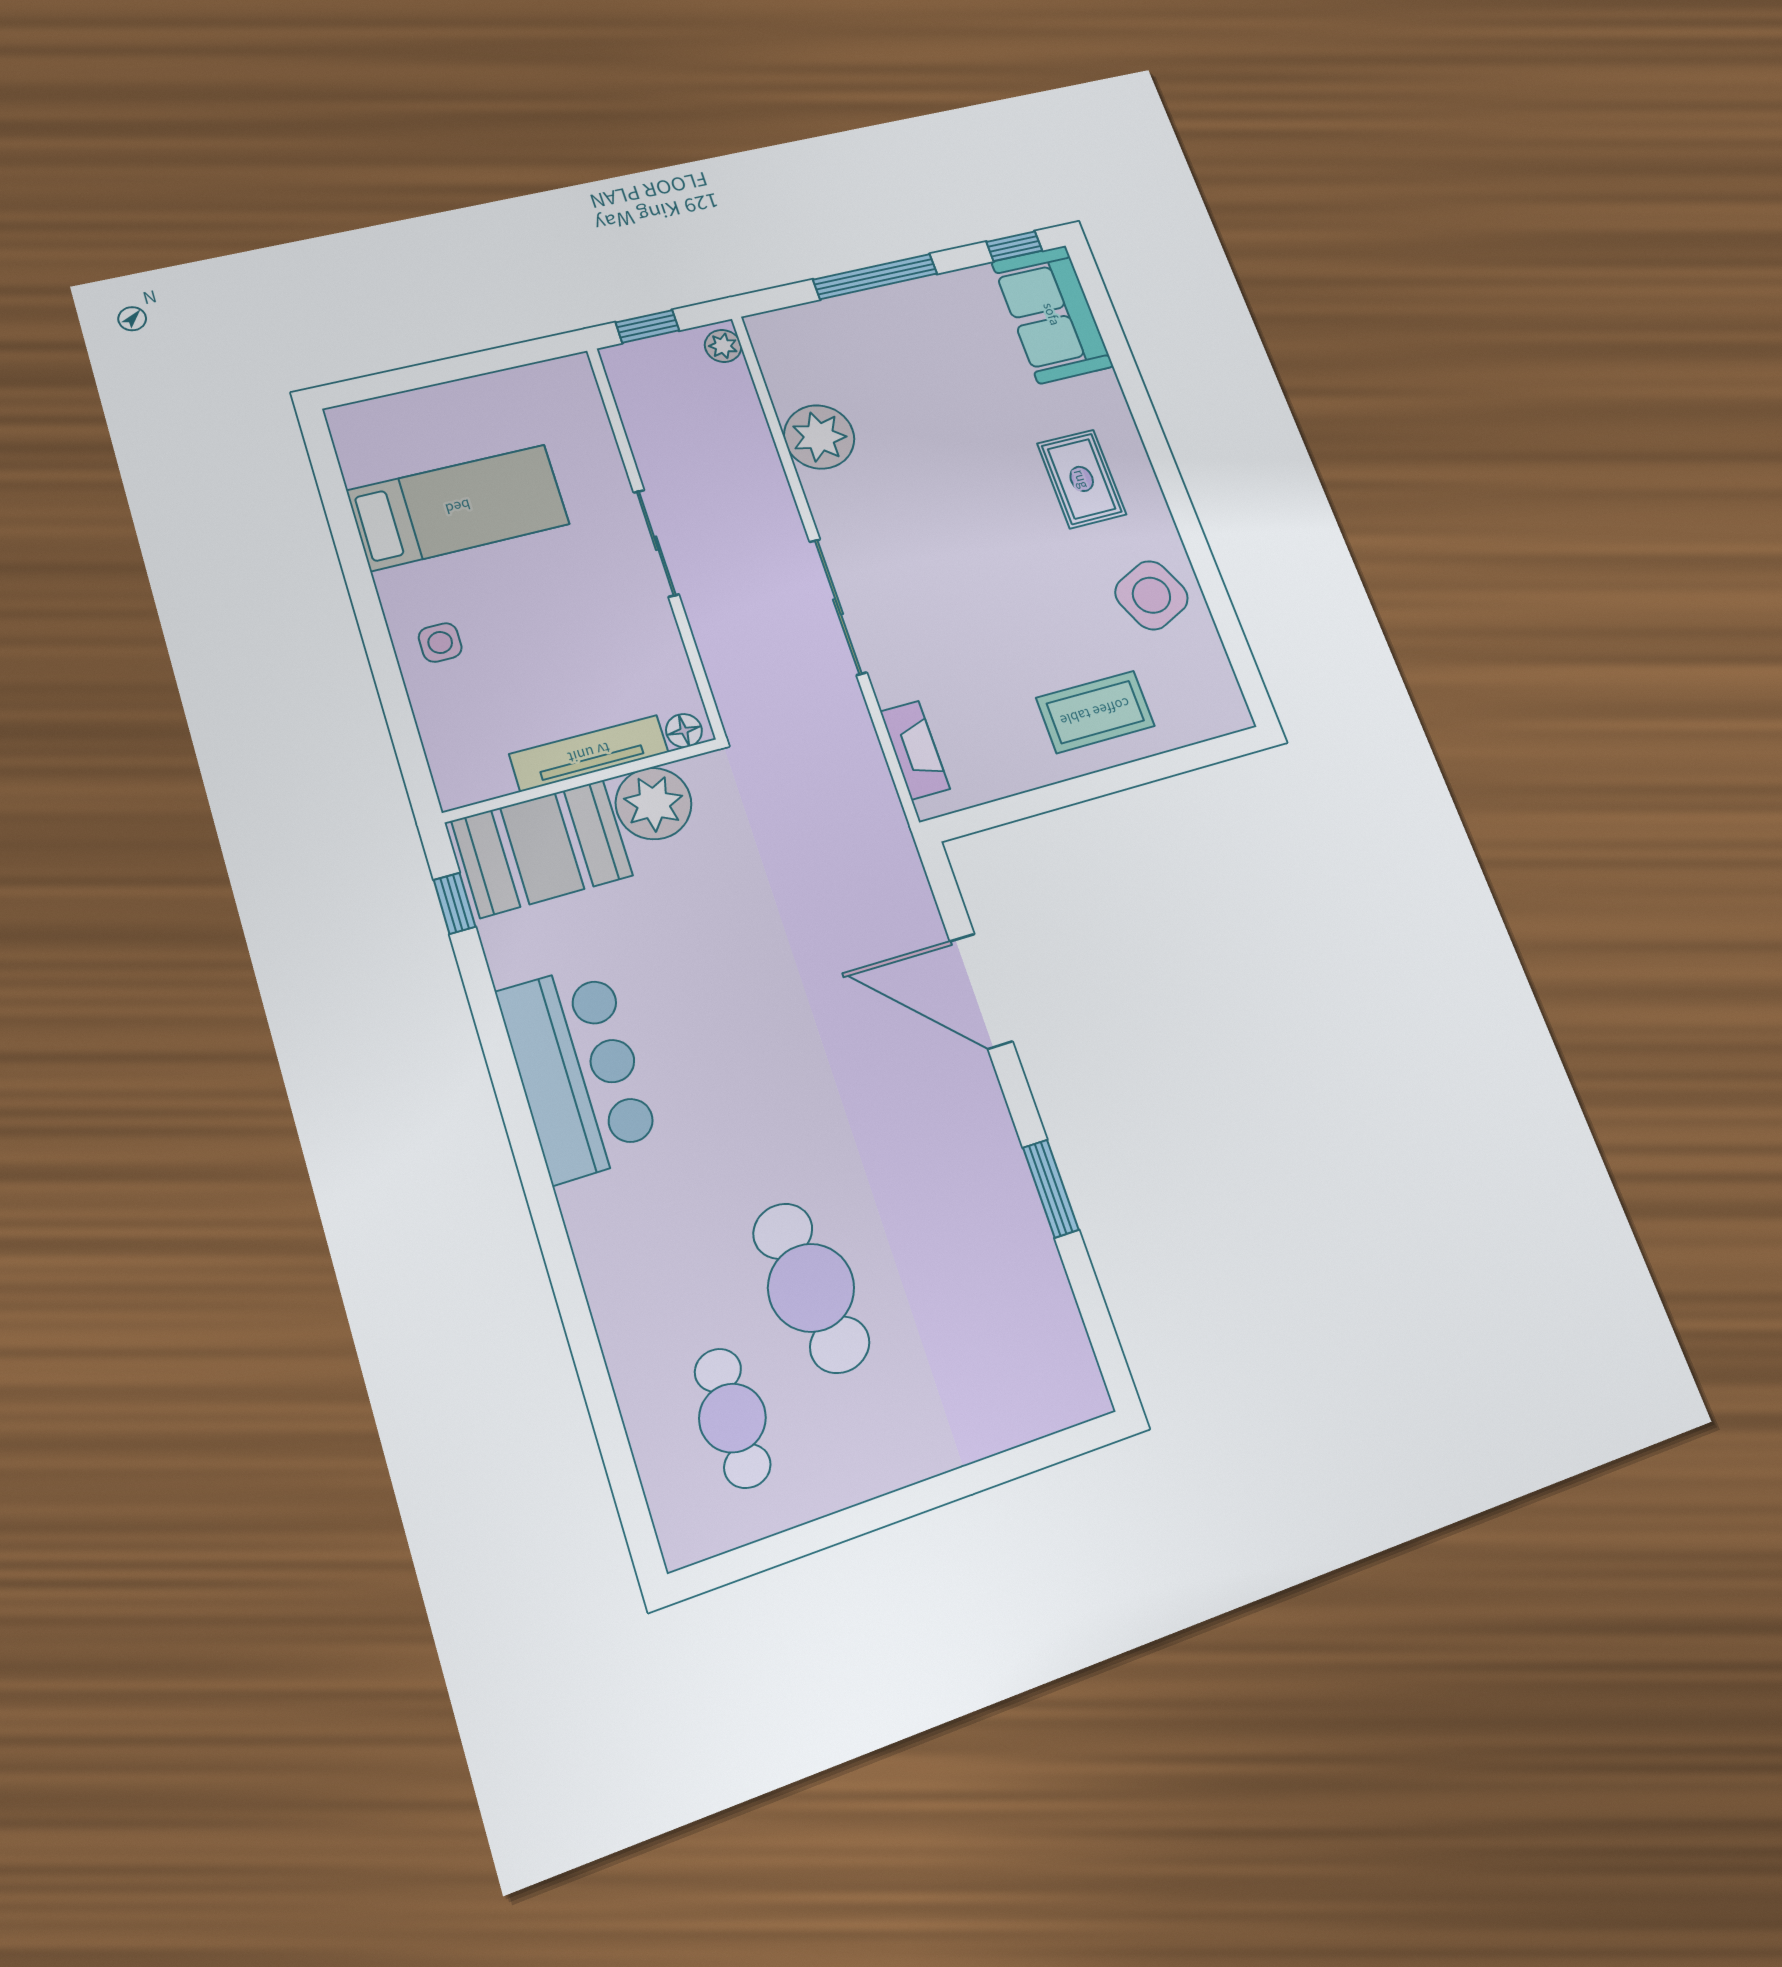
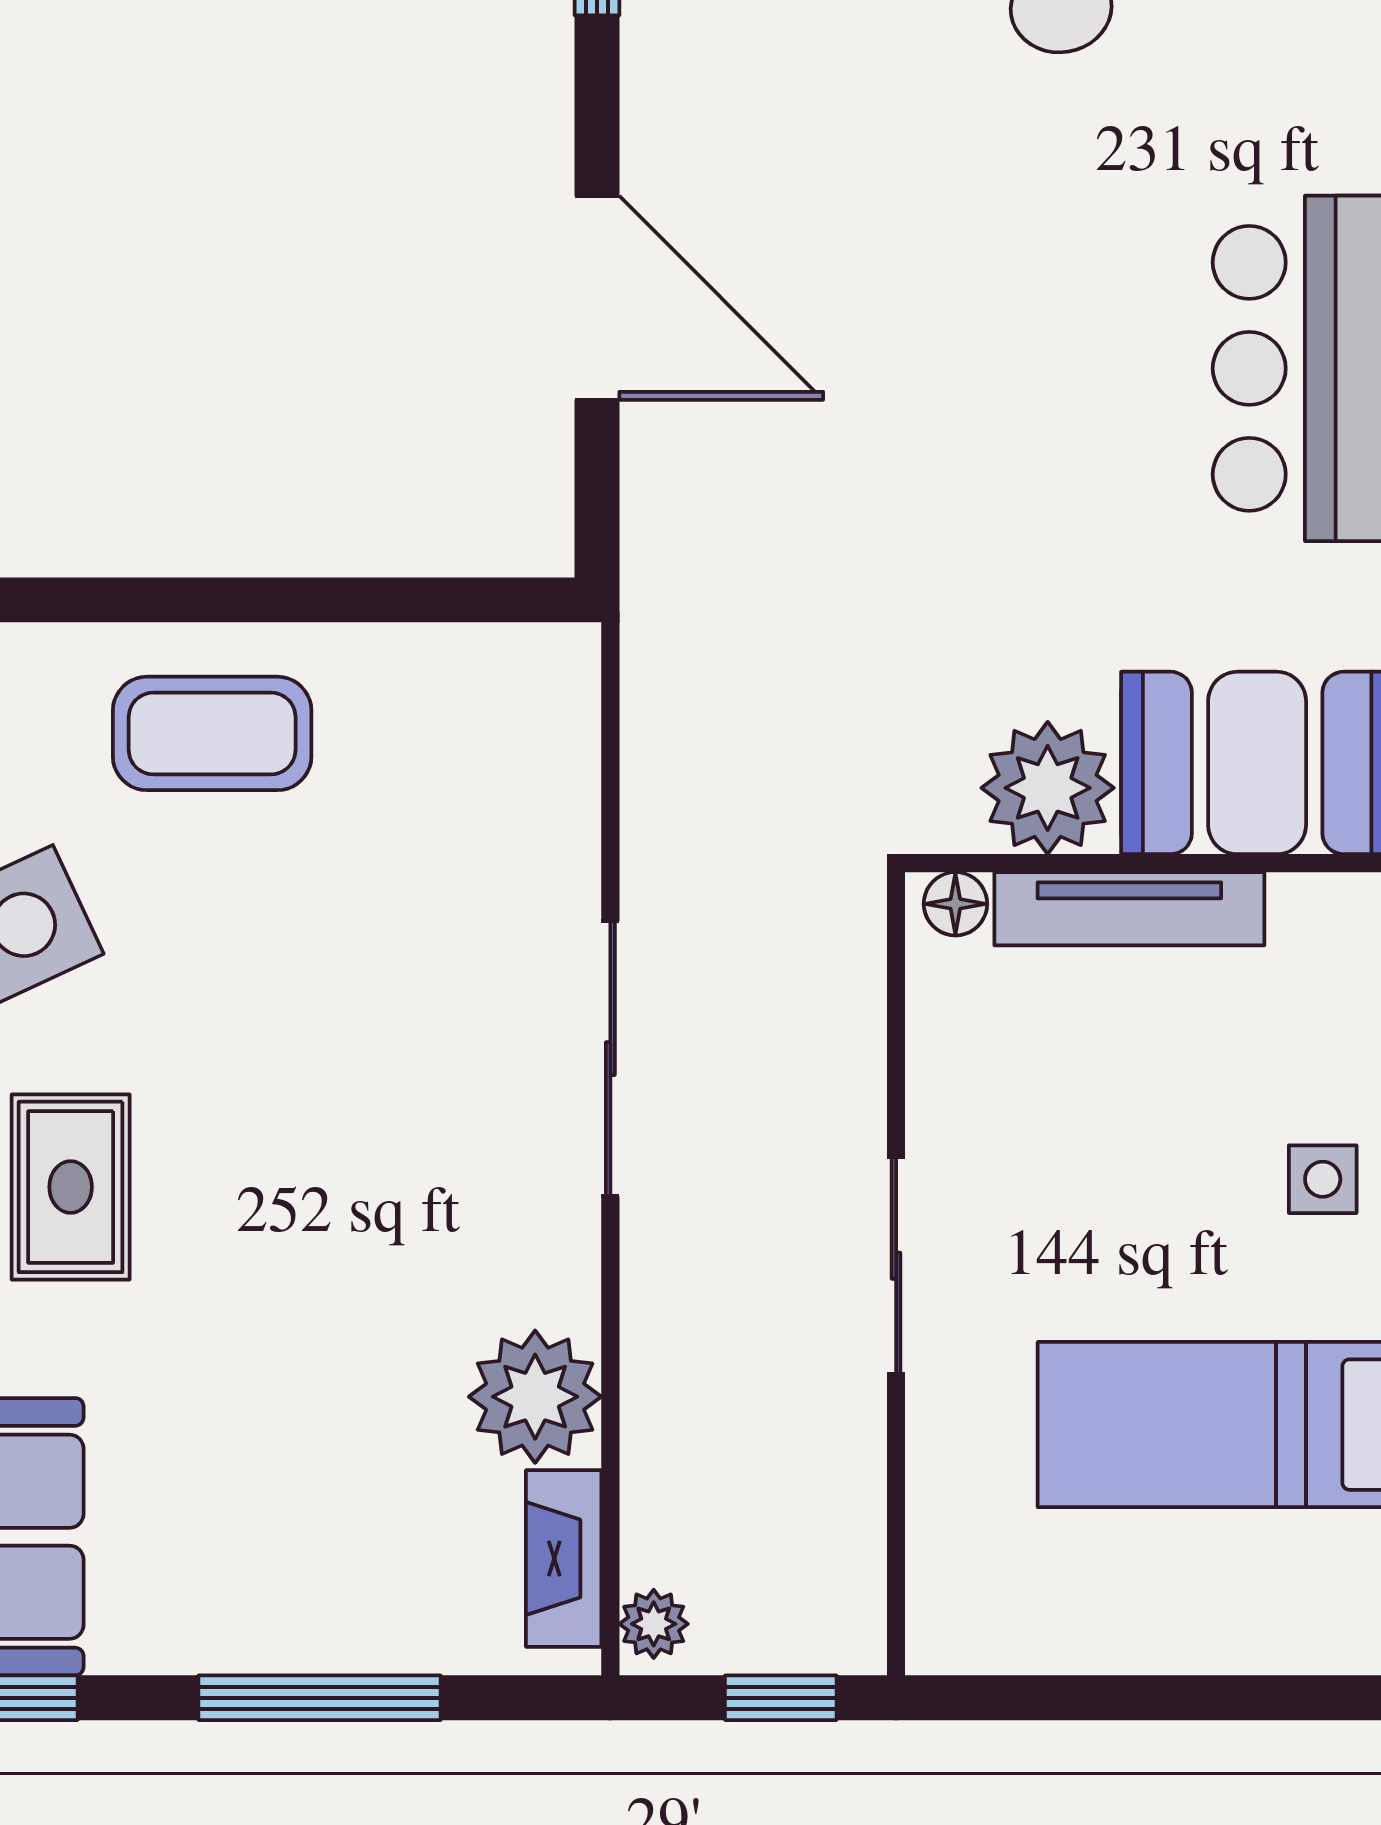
fireplace: (915, 750) -> (564, 1559), moved

